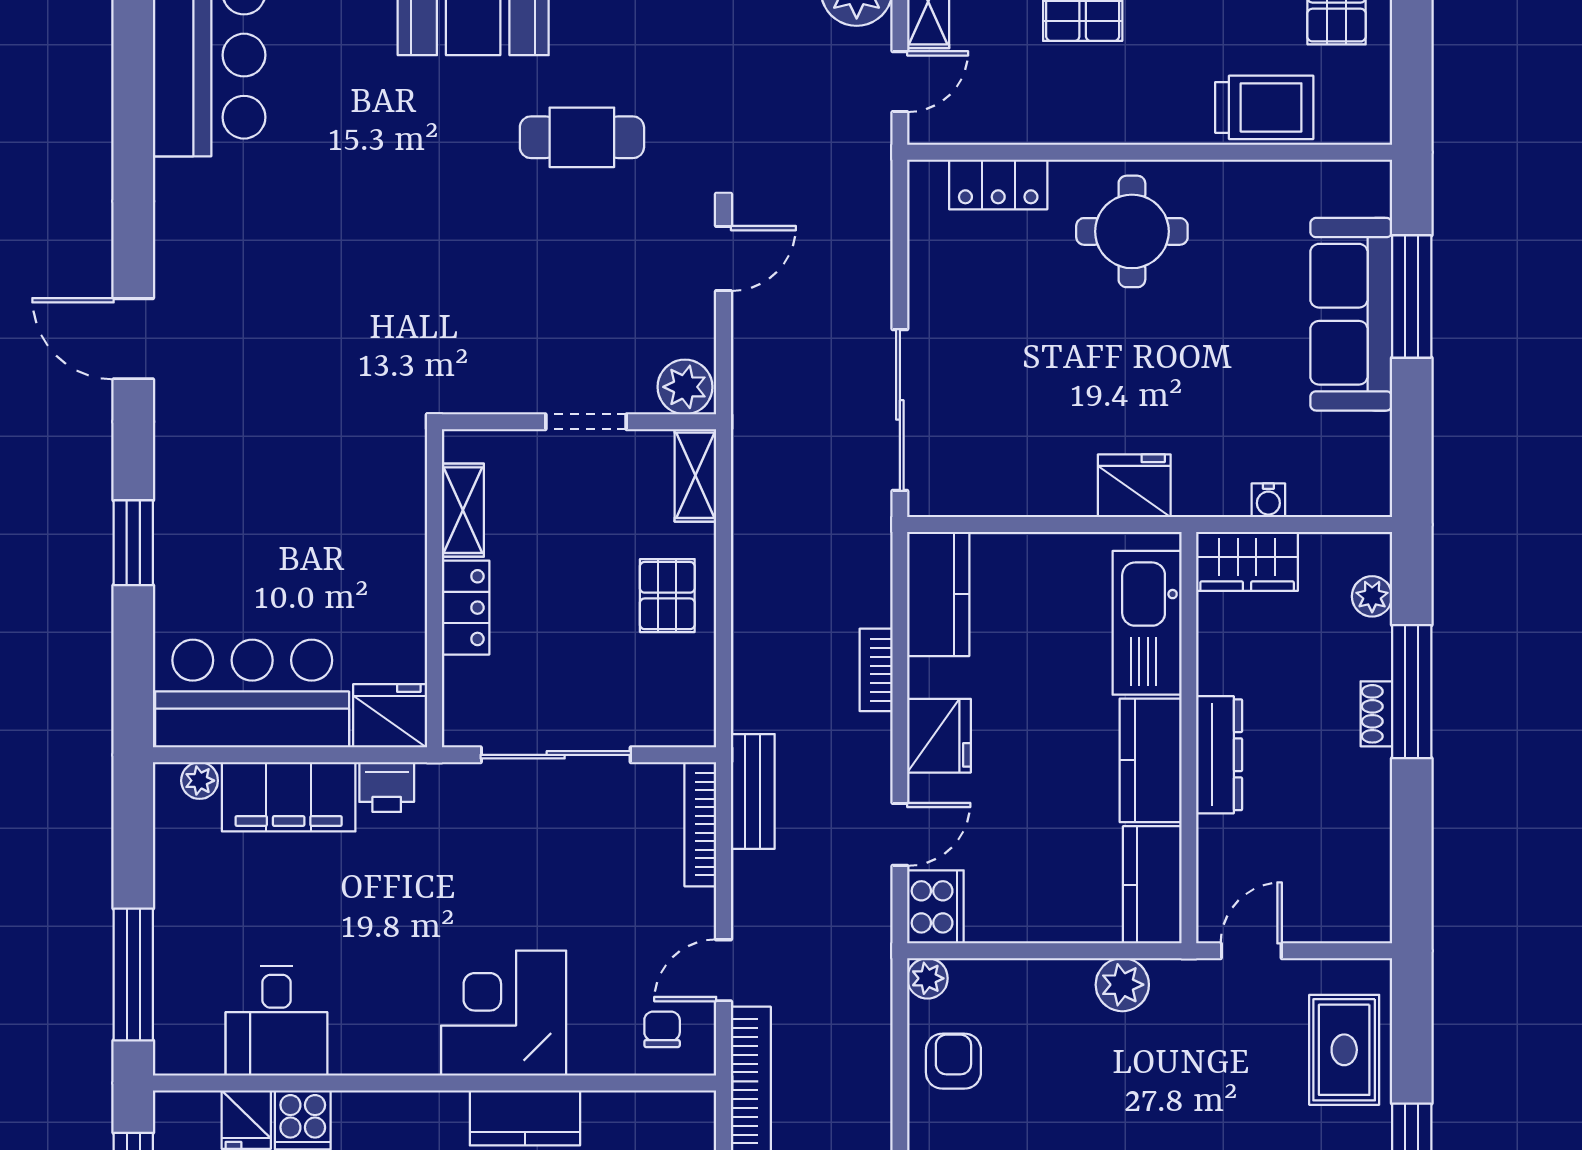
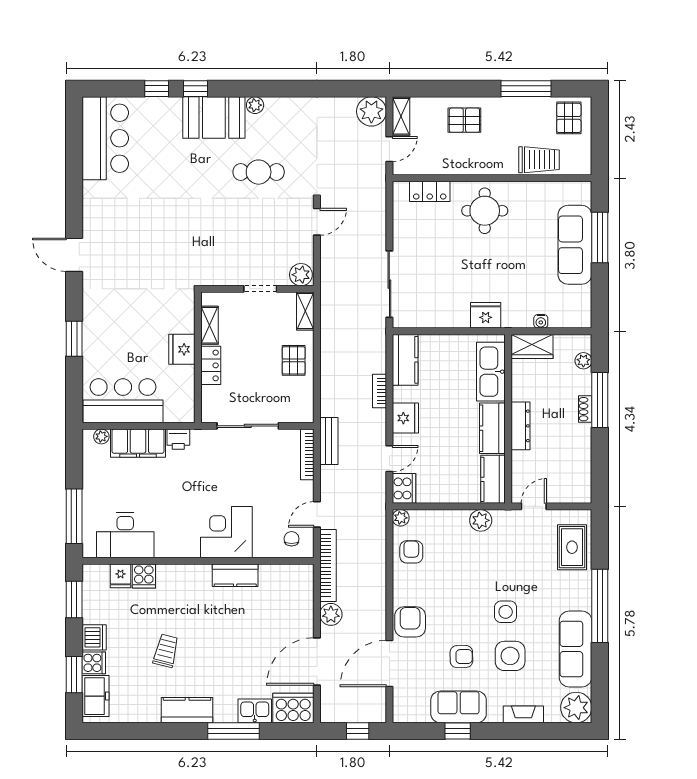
fridge: (390, 716) -> (182, 349), moved, turned -90
desk: (277, 1021) -> (125, 535), width x1.37

